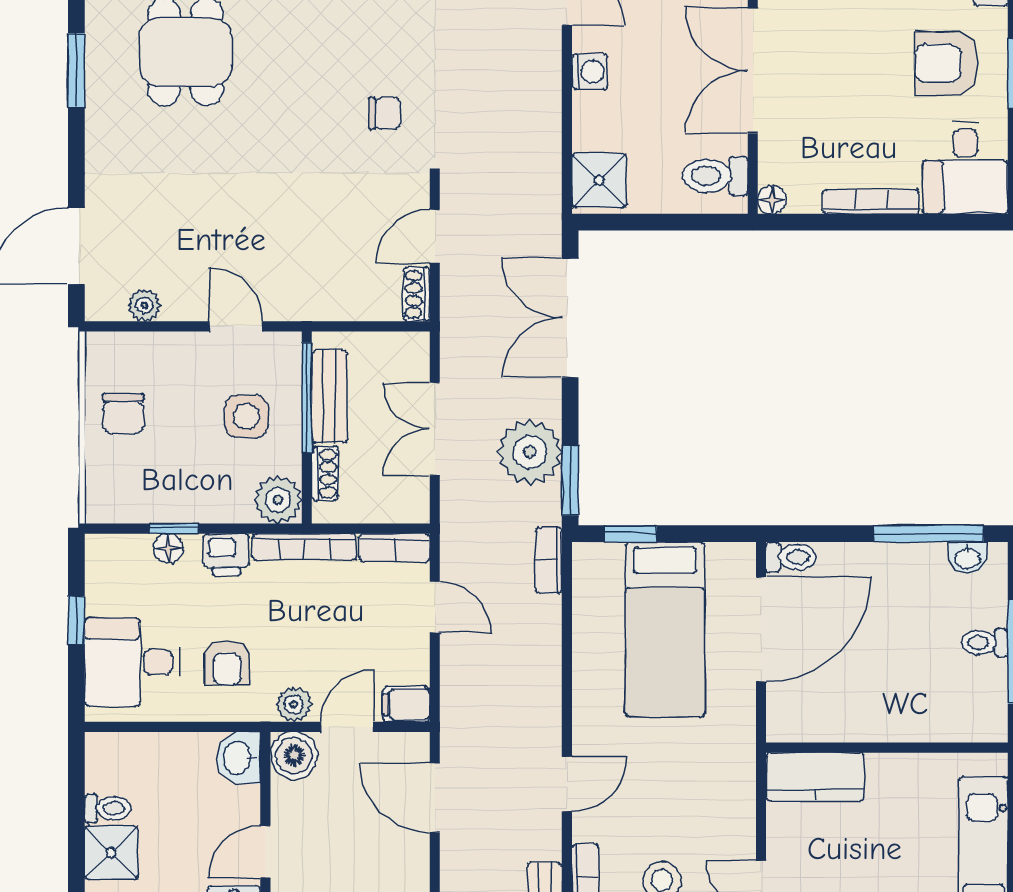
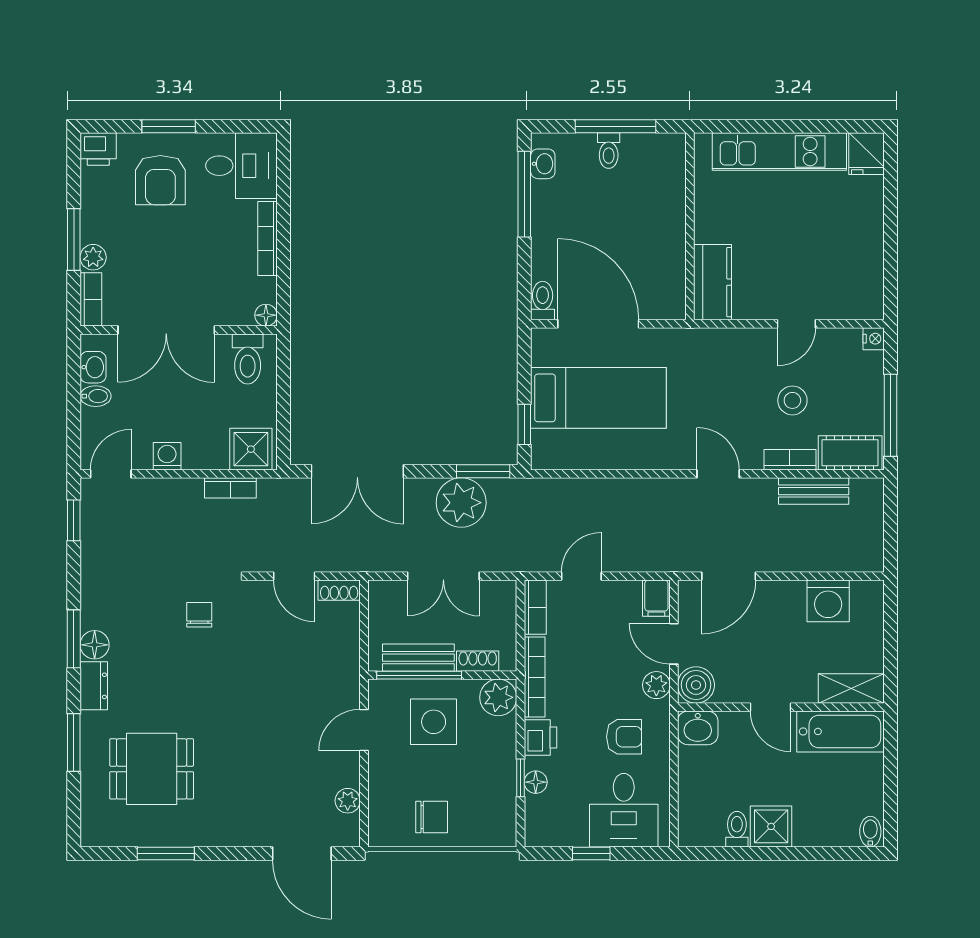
side table: (246, 416) -> (434, 722), width x1.37, depth x1.37
bookcase: (549, 561) -> (230, 488), moved

